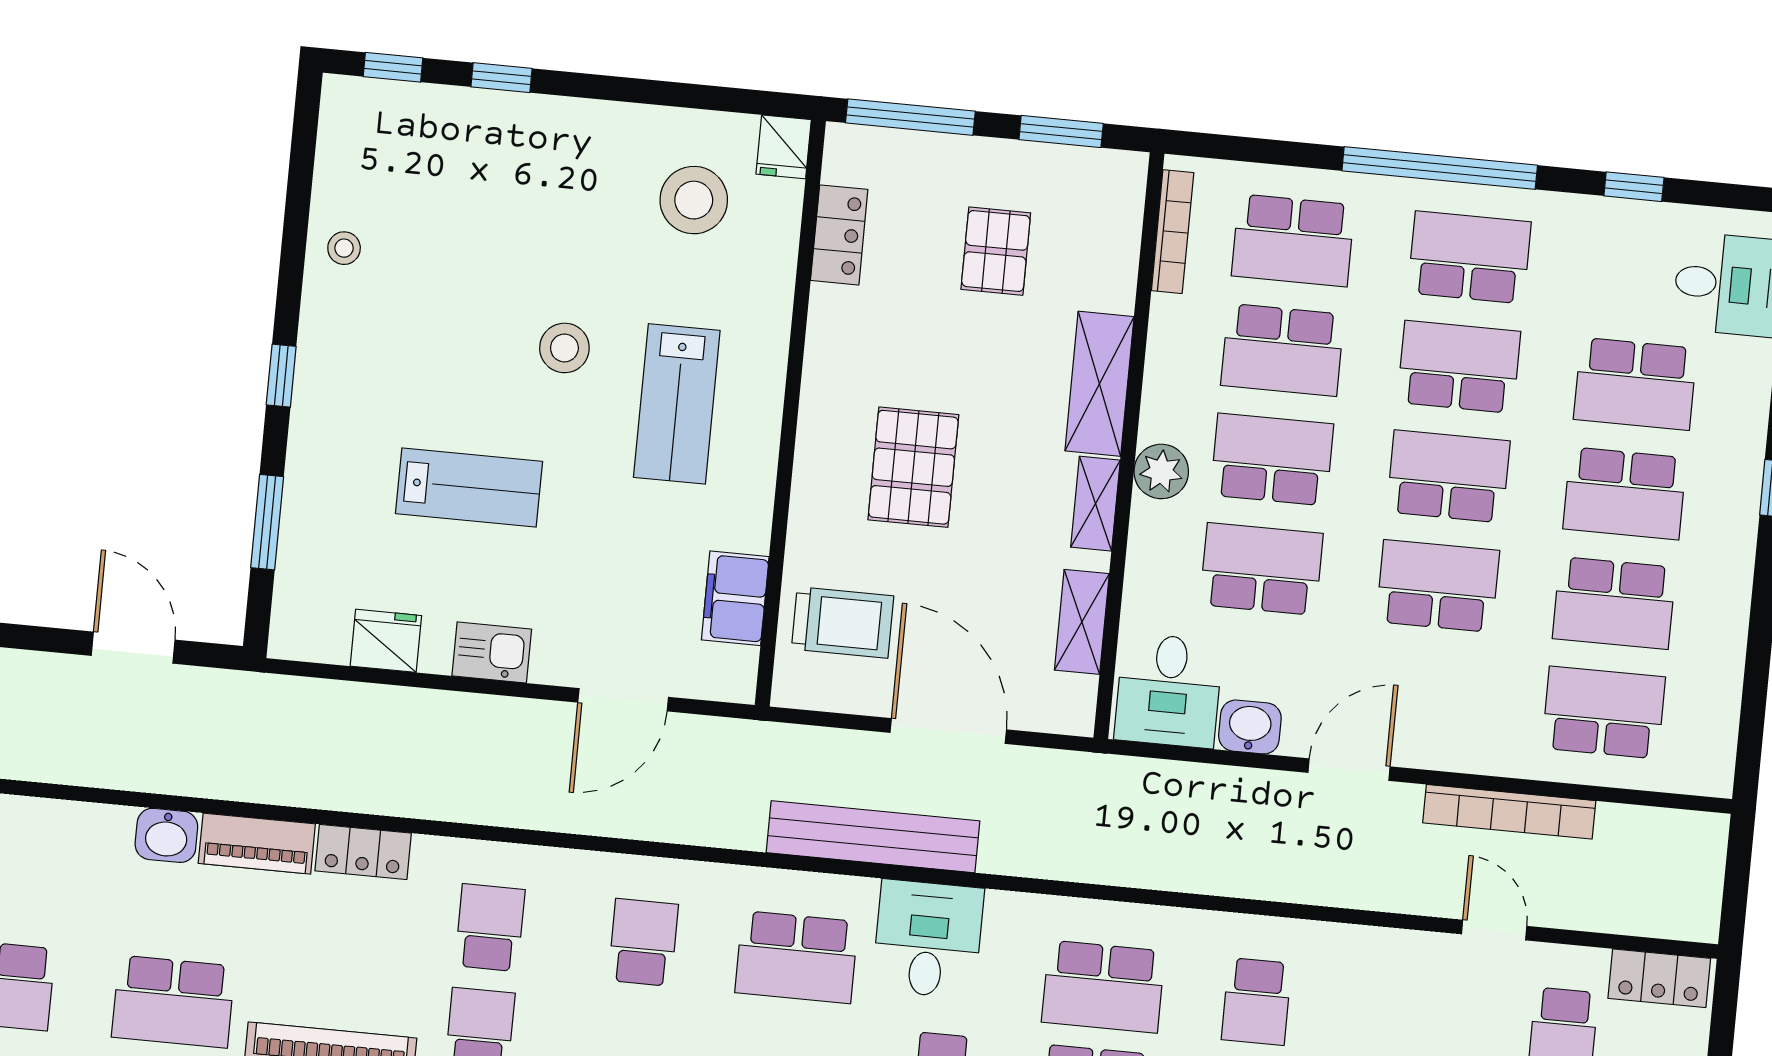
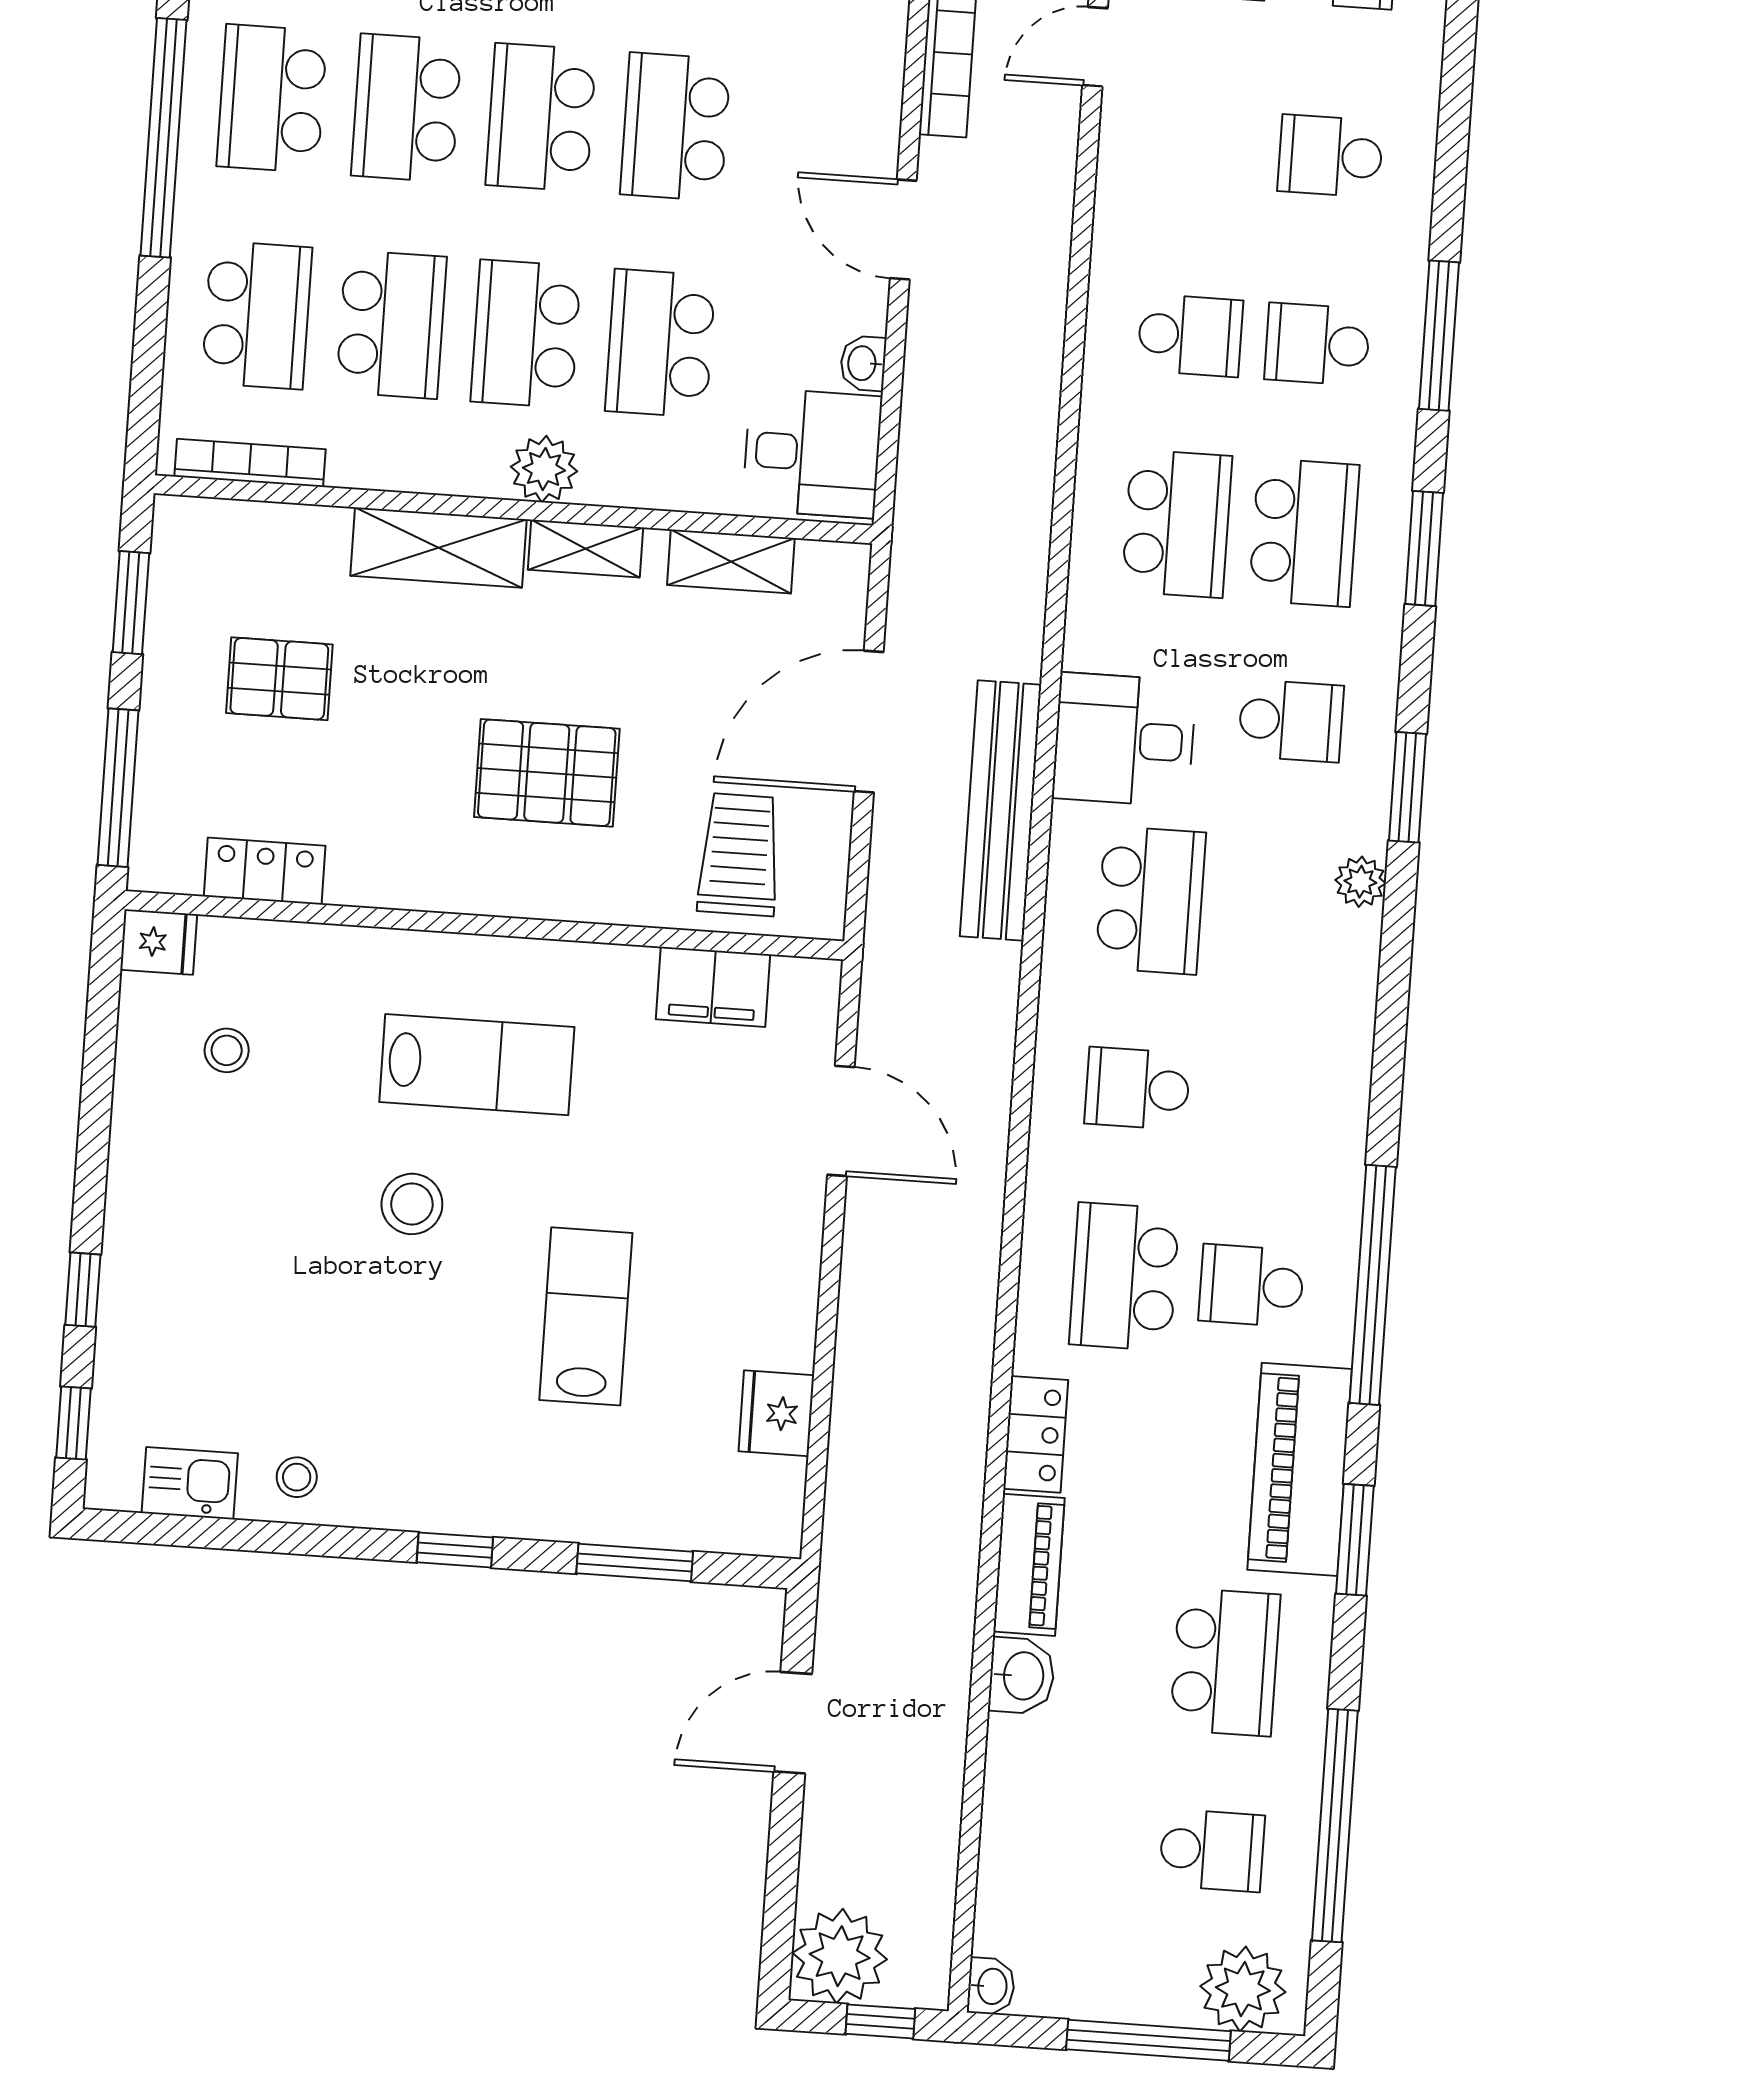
stool: (694, 200) -> (227, 1050), width x0.53, depth x0.53
kitchen sink: (492, 652) -> (190, 1483), moved, turned 90
washbasin: (1250, 727) -> (863, 363), width x0.72, depth x0.69
school desk: (490, 928) -> (1124, 1277), width x1.85

